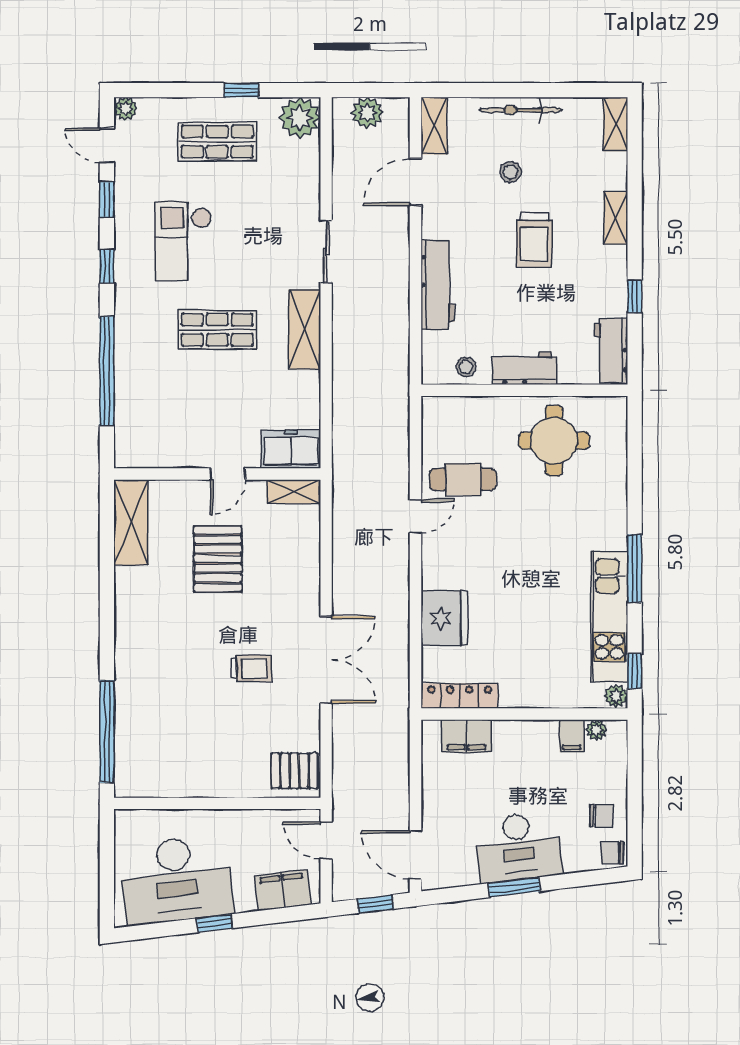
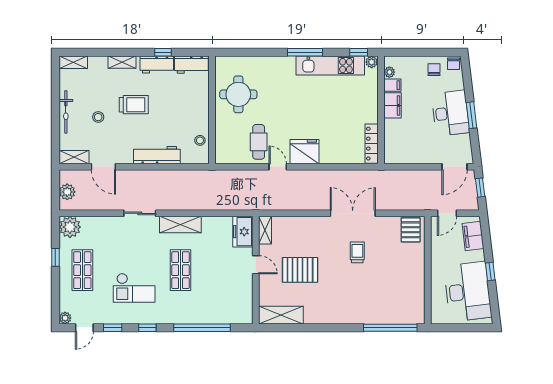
workbench: (524, 368) -> (157, 65), moved, turned -90
fridge: (444, 618) -> (304, 152), moved
filing cabinet: (466, 736) -> (393, 105), moved

